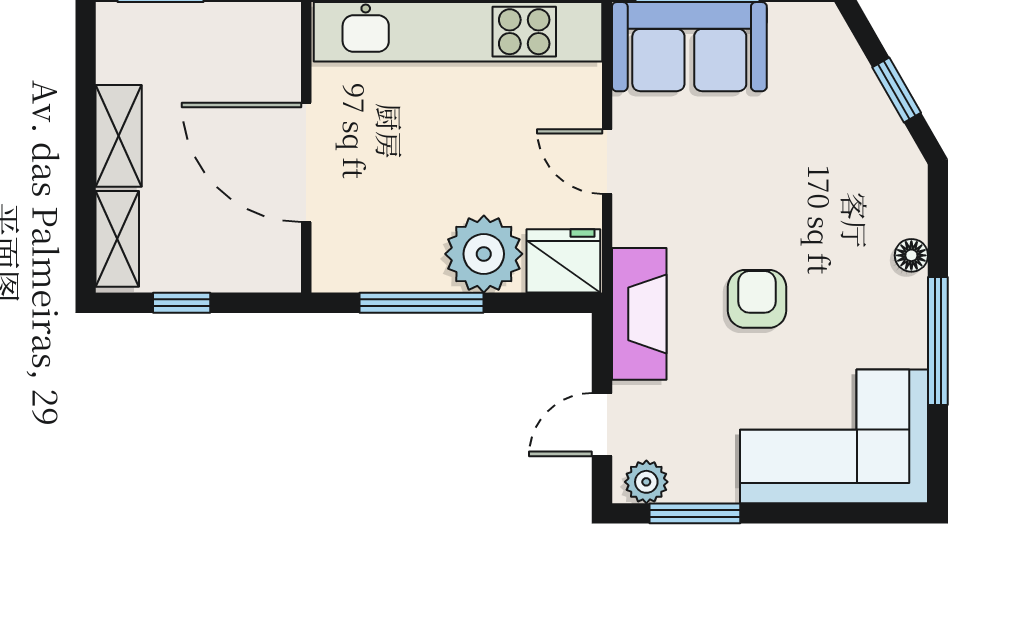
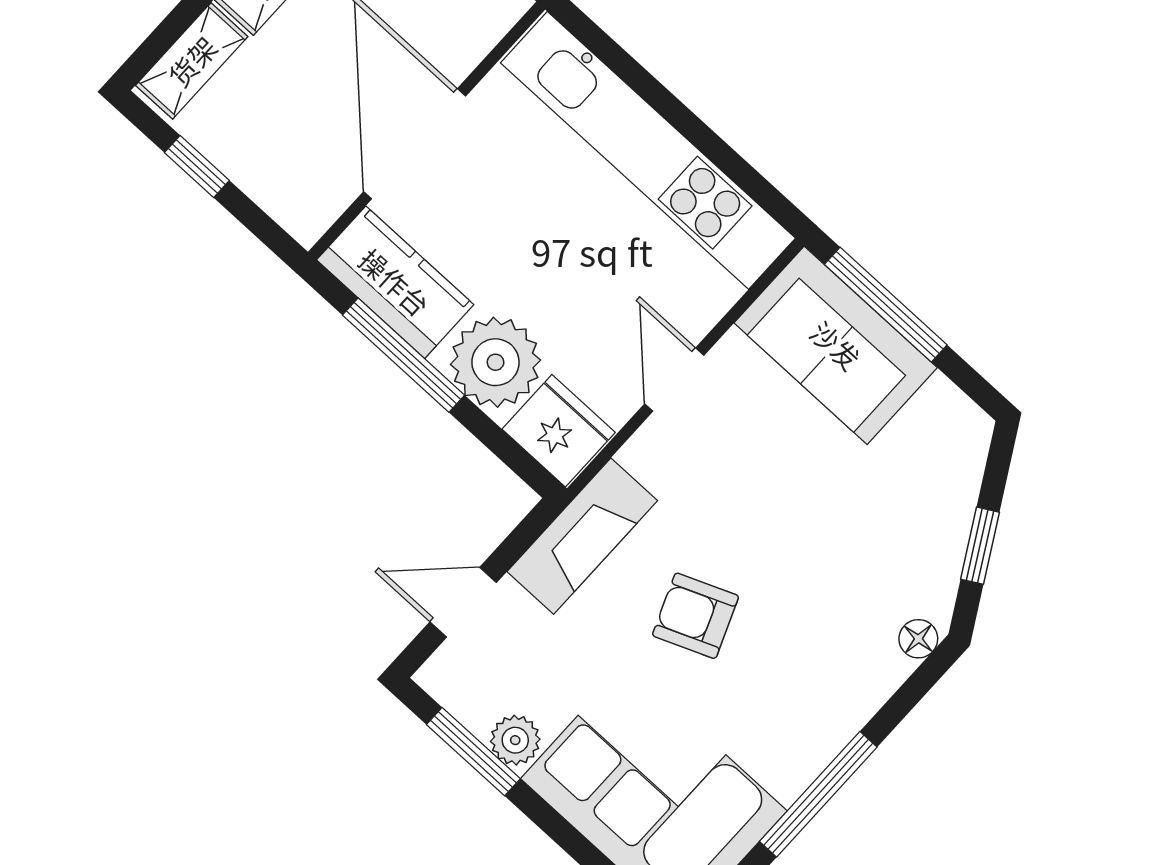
floor lamp: (911, 255) -> (918, 639), moved
kitchen counter: (374, 261) -> (395, 282), added
armchair: (757, 299) -> (696, 616), turned -112
plant: (646, 482) -> (515, 740), moved

